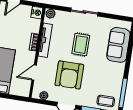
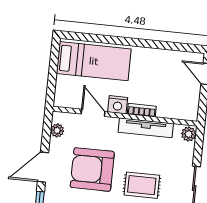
nightstand: (37, 13) -> (118, 105), moved

